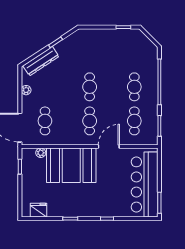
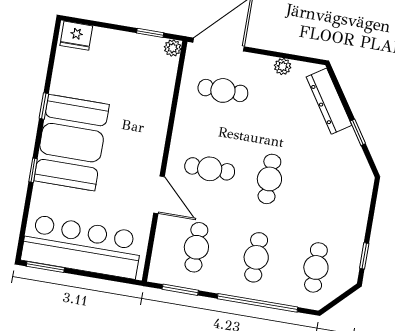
cafe table: (134, 53) -> (316, 267), added
cafe table: (90, 87) -> (269, 179), turned 90
cafe table: (134, 87) -> (256, 257), turned 90
cafe table: (134, 121) -> (196, 247), turned 90
plant: (41, 153) -> (173, 48), moved
booth: (71, 165) -> (72, 143), moved
fridge: (38, 210) -> (76, 36), moved, turned 90

